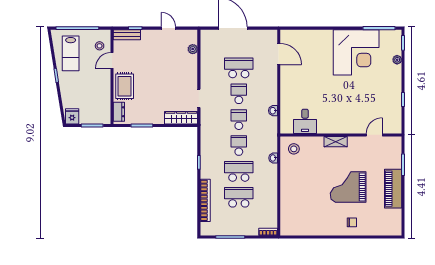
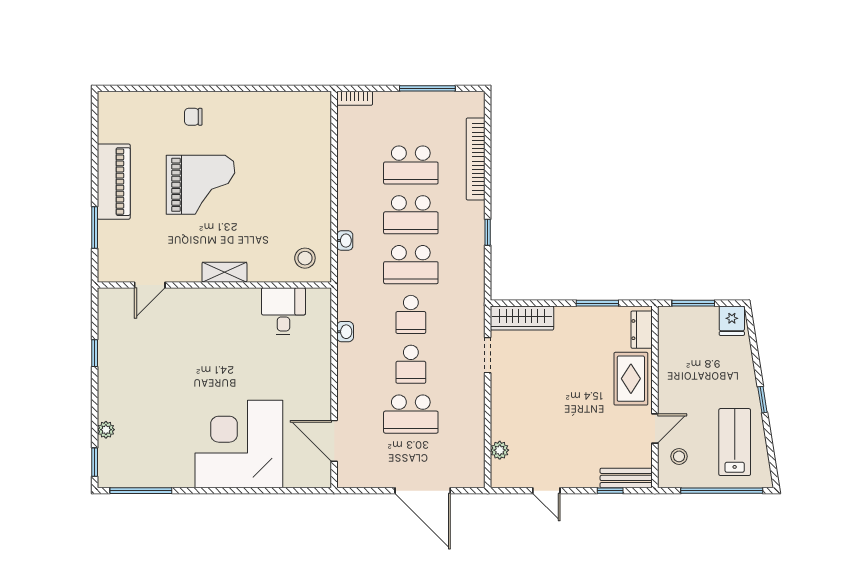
corner desk: (356, 52) -> (239, 444), moved
school desk: (239, 146) -> (411, 265), width x1.85

